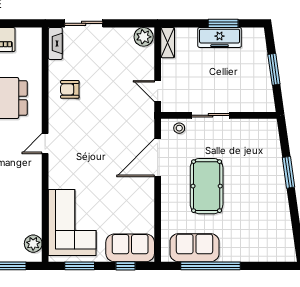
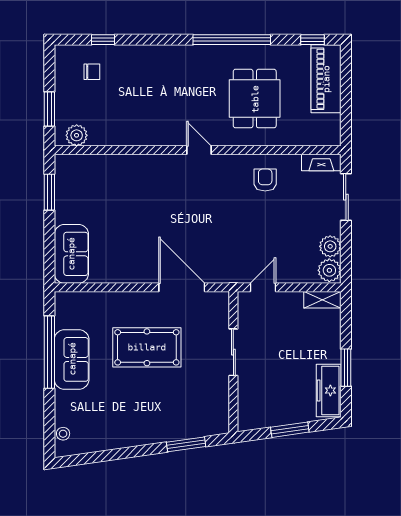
plant: (124, 36) -> (330, 246), added
freezer: (220, 37) -> (329, 390), moved
stool: (179, 128) -> (63, 434), moved
window: (289, 172) -> (186, 444), moved
corner sofa: (72, 222) -> (102, 183), removed
sofa: (195, 248) -> (72, 359), moved
window: (126, 266) -> (49, 248), removed

